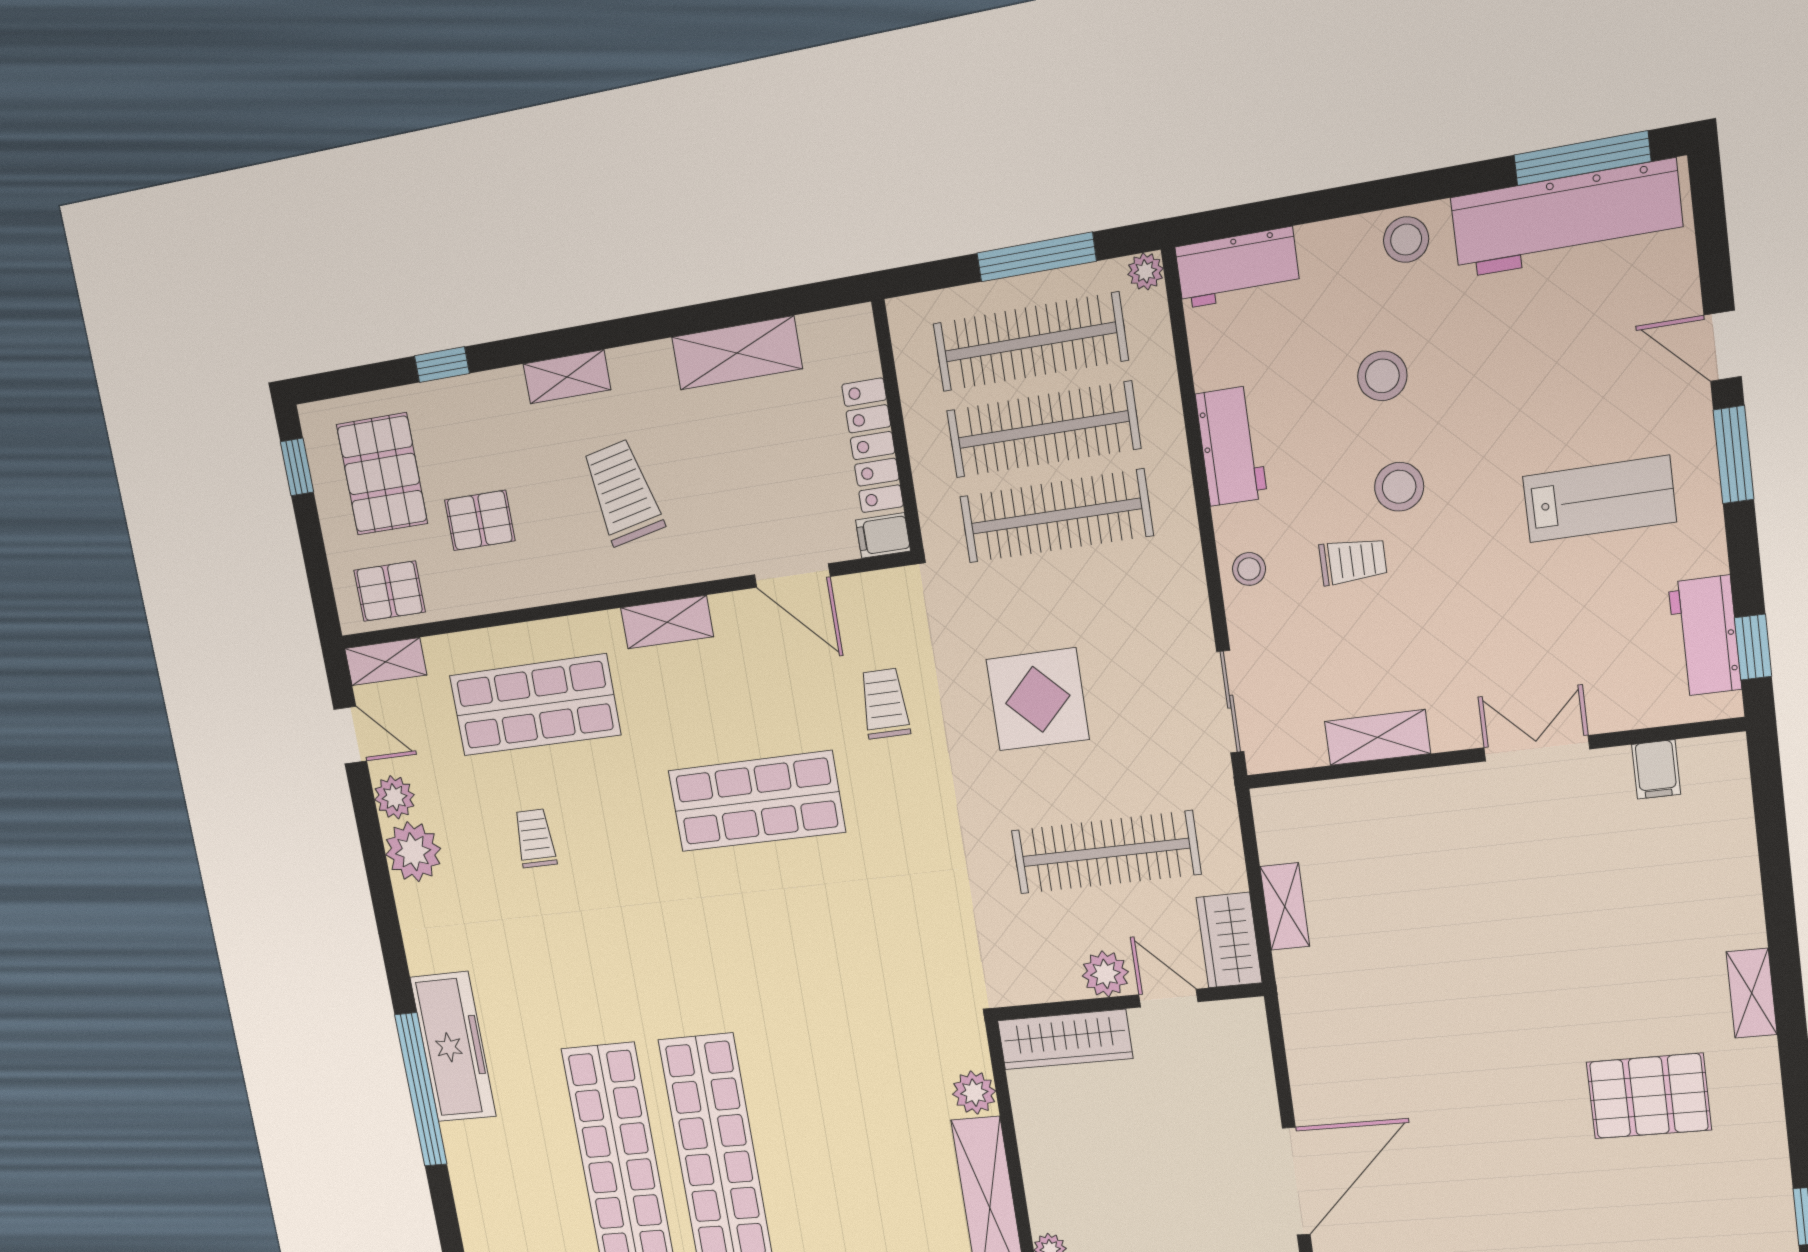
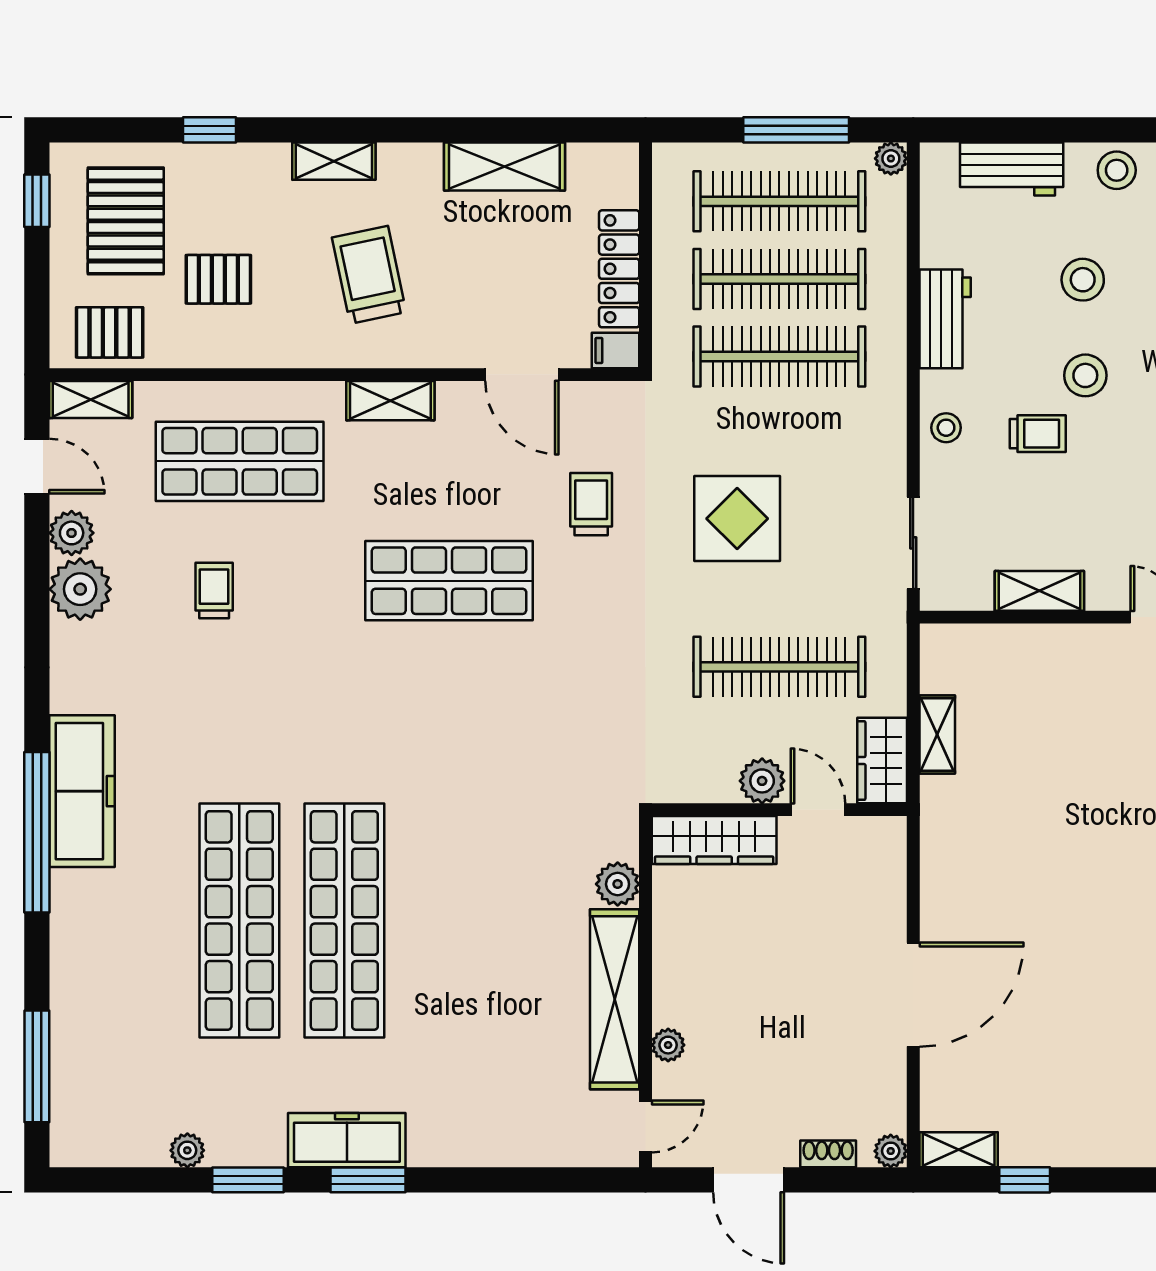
workbench: (1237, 268) -> (1012, 169), moved

